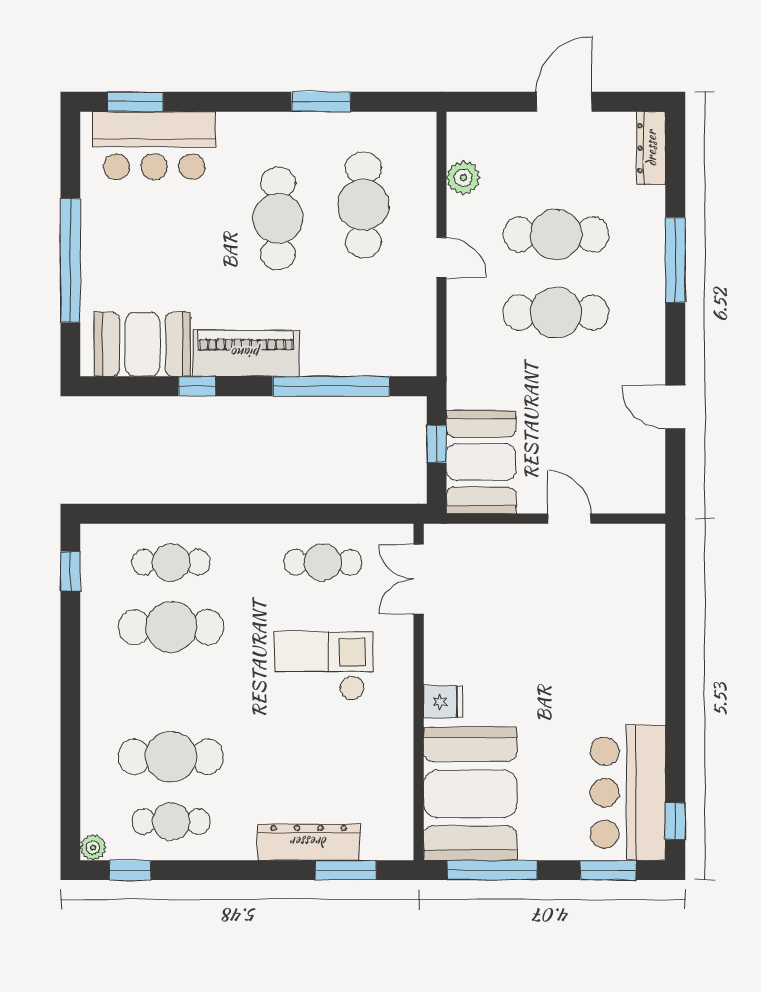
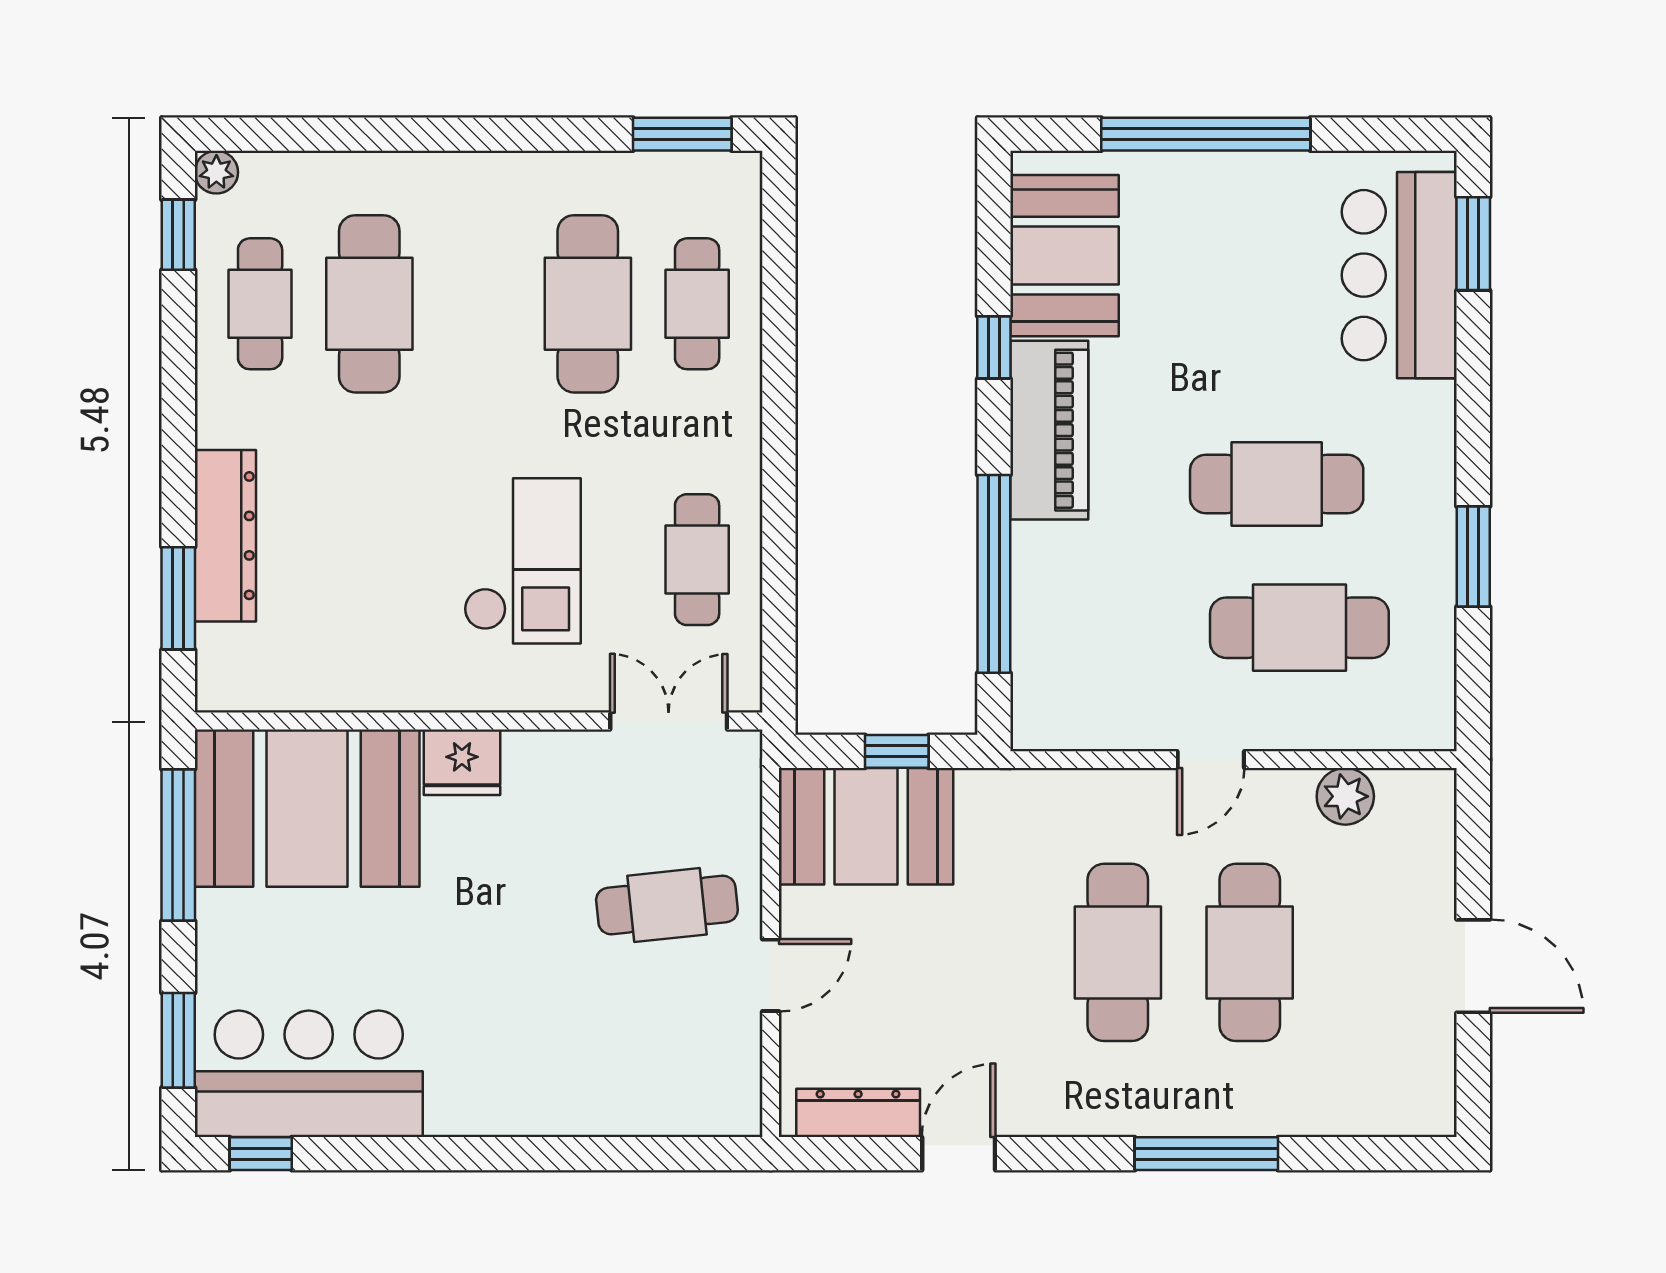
dresser: (651, 148) -> (858, 1113), moved
window: (70, 571) -> (682, 134), width x1.50
cafe table: (528, 580) -> (667, 905), added
fridge: (443, 702) -> (462, 762), width x1.38

